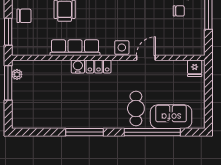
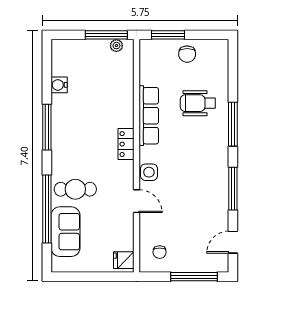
chair: (179, 11) -> (160, 252), moved
water cooler: (78, 67) -> (59, 85), moved, turned 180

